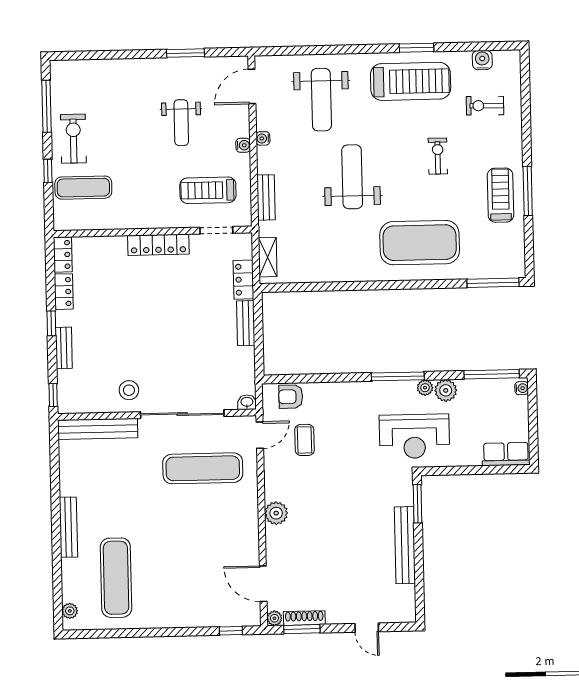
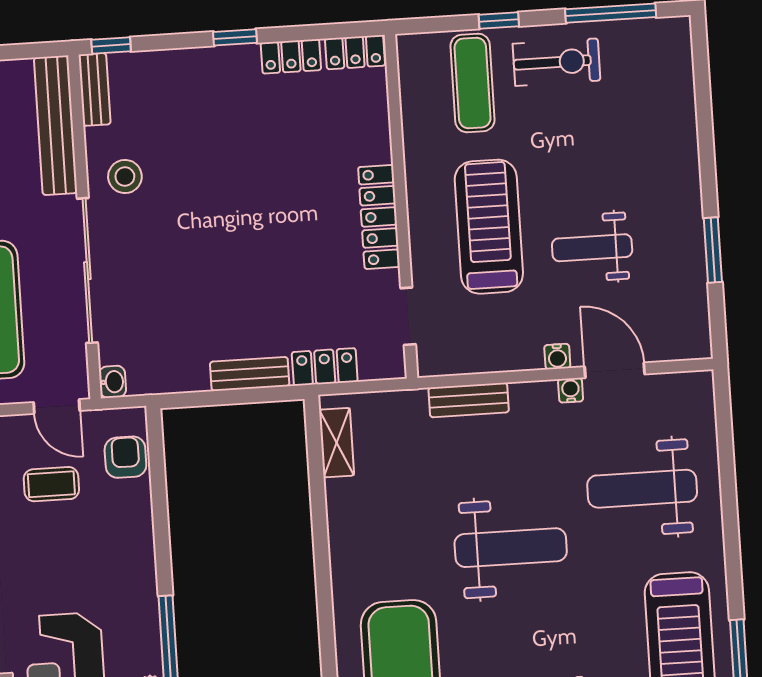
door: (252, 86) -> (615, 370), moved
treadmill: (208, 190) -> (489, 227), moved, width x1.37, depth x1.38
shelving: (268, 257) -> (337, 443), moved, turned 90
bench: (64, 348) -> (95, 89), moved, turned 90

